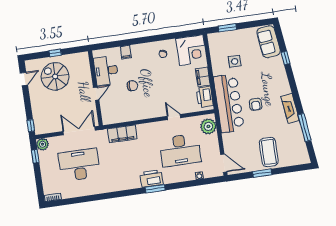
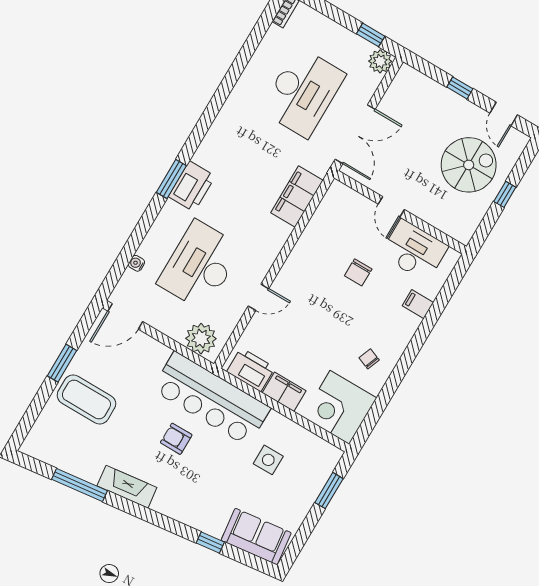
window: (31, 126) -> (460, 88), moved

